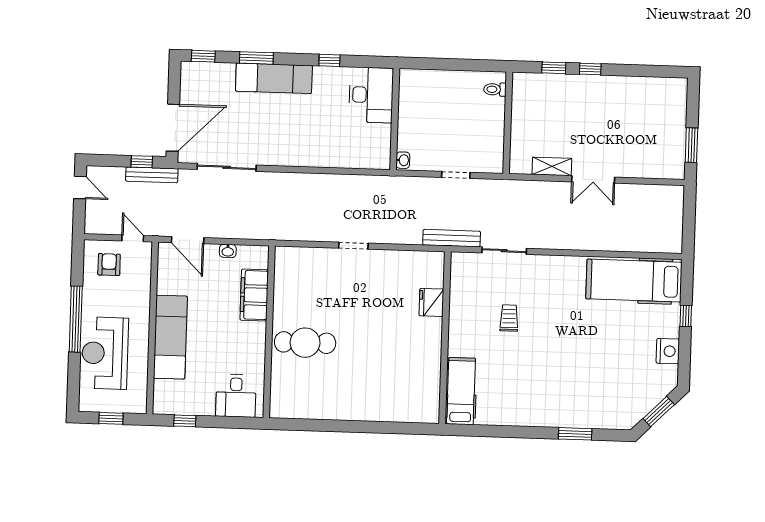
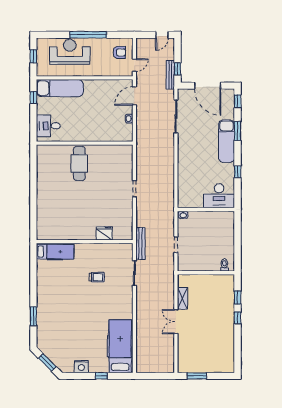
door: (173, 128) -> (208, 86), moved
filing cabinet: (254, 295) -> (105, 134), removed
exam couch: (170, 337) -> (60, 88), moved

